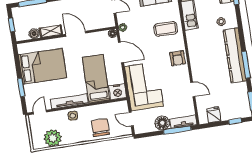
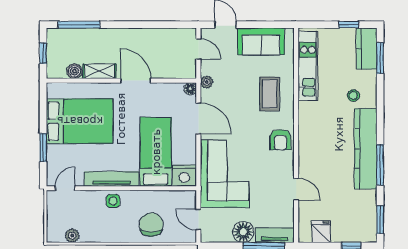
coffee table: (166, 29) -> (270, 94), turned 90
plant: (53, 138) -> (72, 236), width x0.53, depth x0.53

